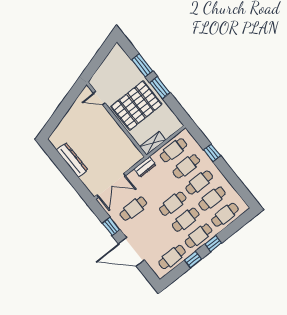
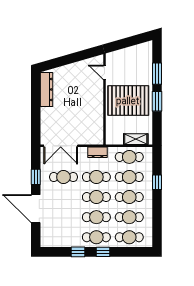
shelving: (153, 143) -> (136, 139), moved
dresser: (72, 160) -> (47, 89), moved
cafe table: (172, 257) -> (96, 177), moved

